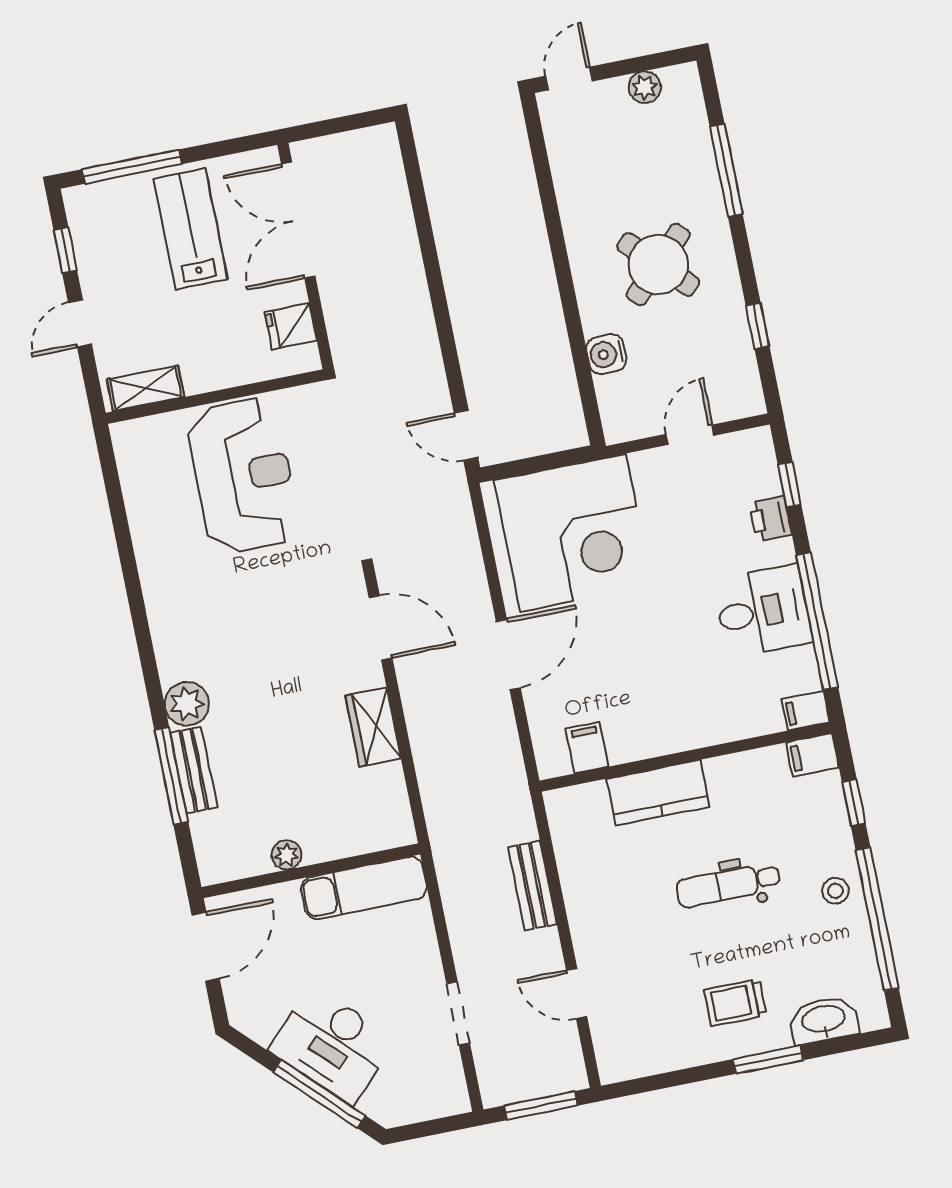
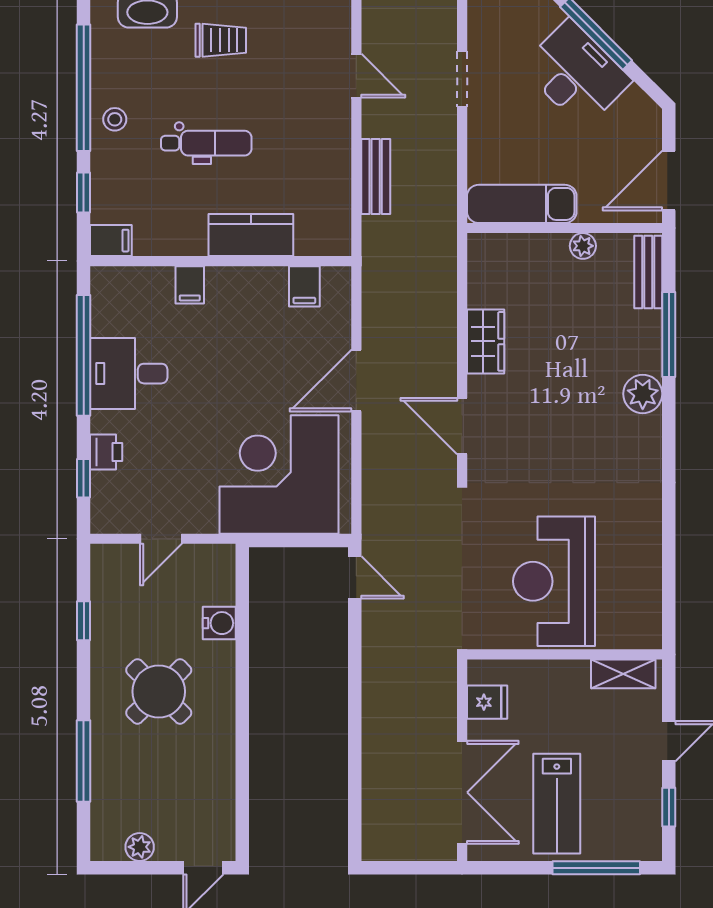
filing cabinet: (806, 711) -> (190, 285), moved, turned 90
bench: (194, 770) -> (648, 272), moved

